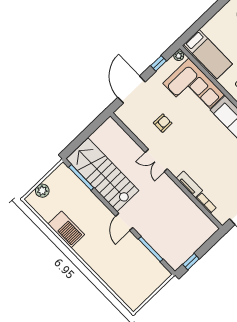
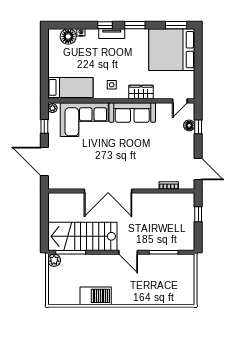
armchair: (163, 123) -> (87, 162), removed
double door: (156, 161) -> (108, 191), width x1.87
tv unit: (189, 184) -> (145, 184), removed
plant: (42, 191) -> (54, 260), moved
window: (191, 262) -> (198, 214), moved

